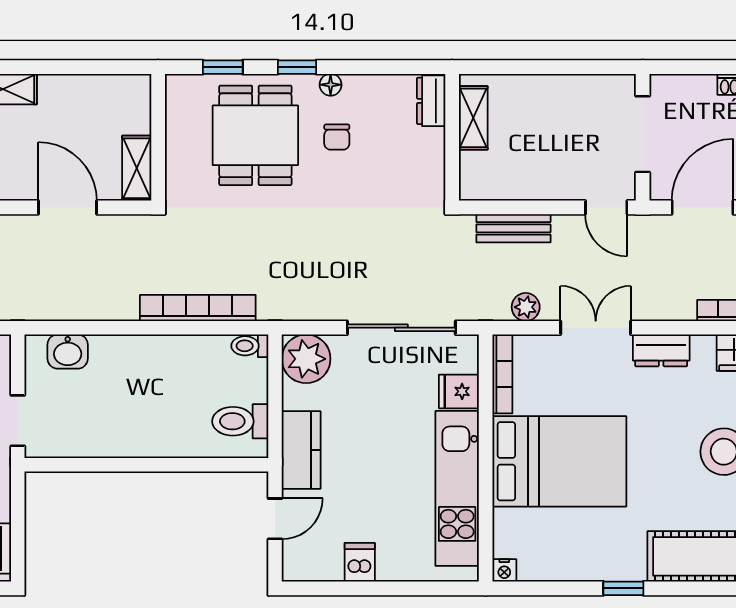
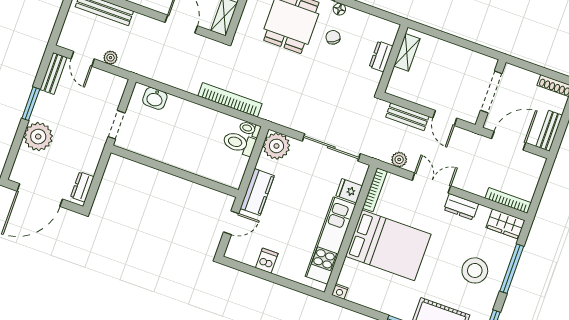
dresser: (431, 101) -> (381, 56), moved
chair: (337, 137) -> (333, 37), turned 149
door: (606, 207) -> (445, 118), moved
toilet: (240, 421) -> (239, 143), moved

